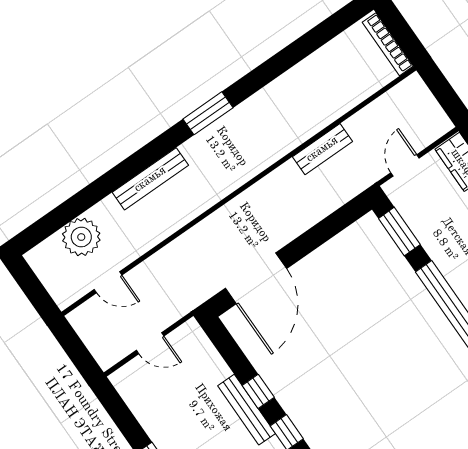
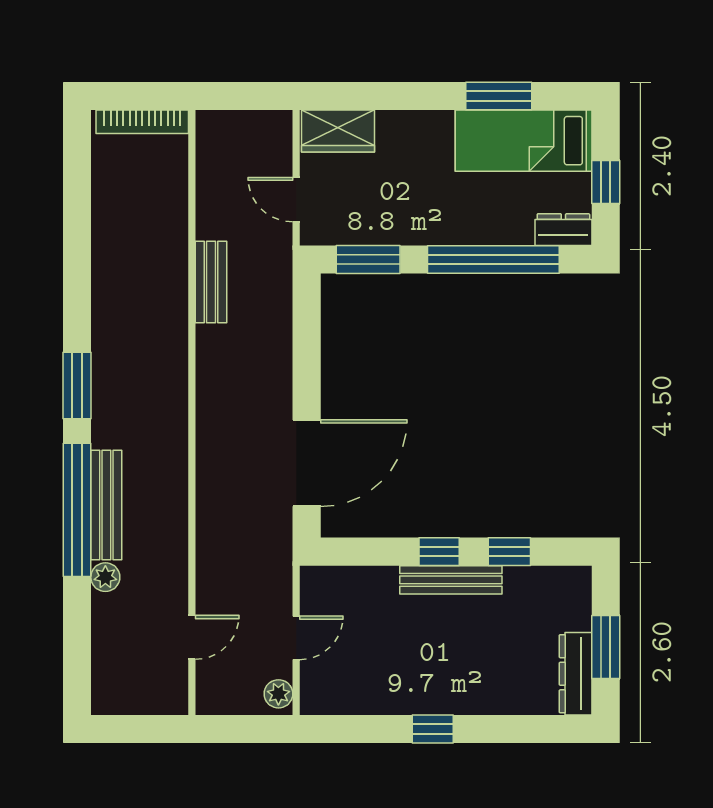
window: (136, 164) -> (77, 510), added
plant: (81, 237) -> (105, 577), moved, width x0.53, depth x0.53
door: (256, 278) -> (307, 463), hinge flipped
plant: (110, 356) -> (278, 694), added

